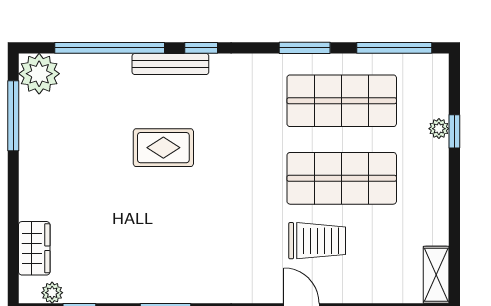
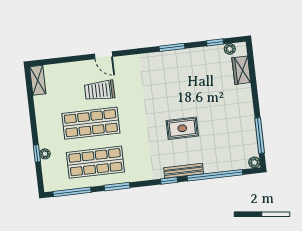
plant: (39, 74) -> (254, 162), width x0.53, depth x0.53

